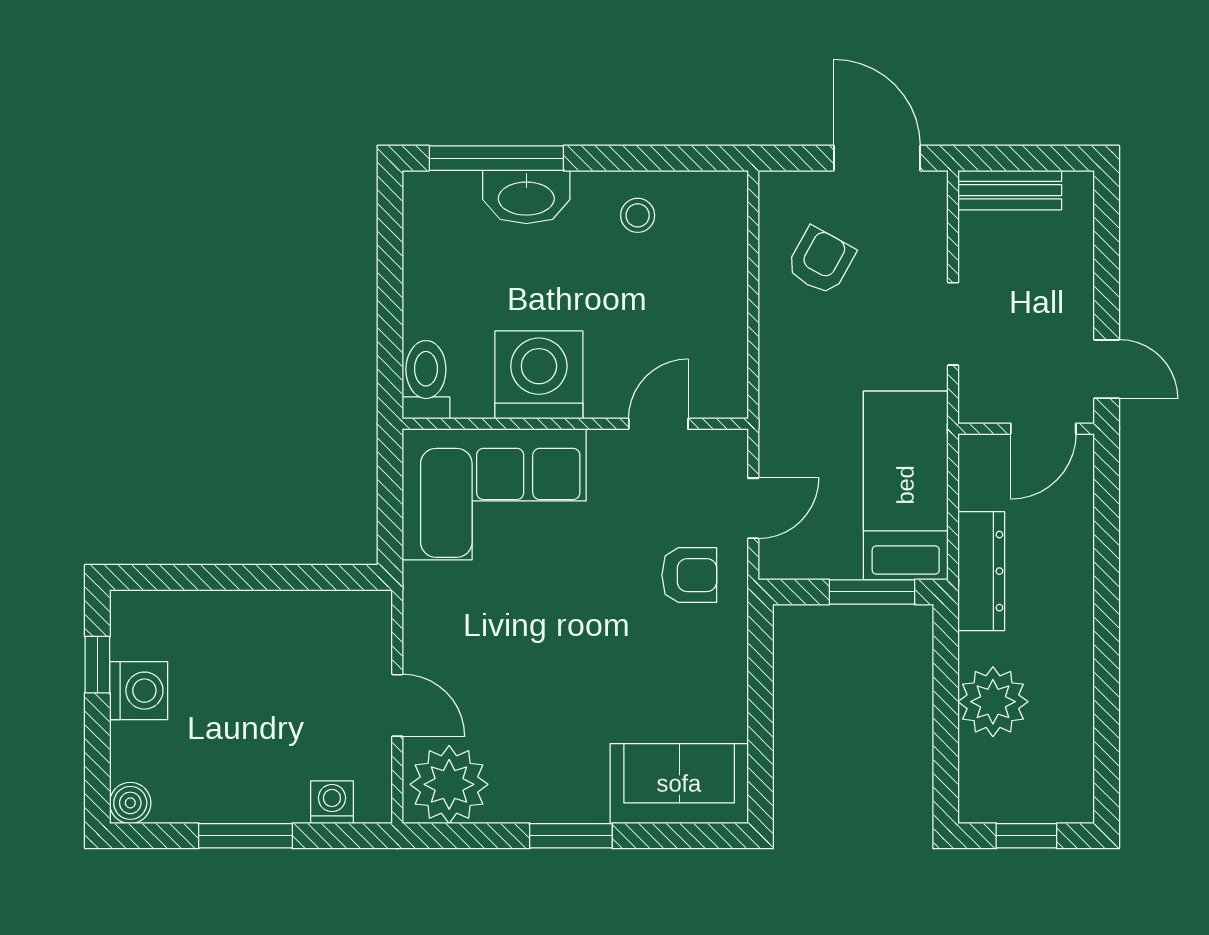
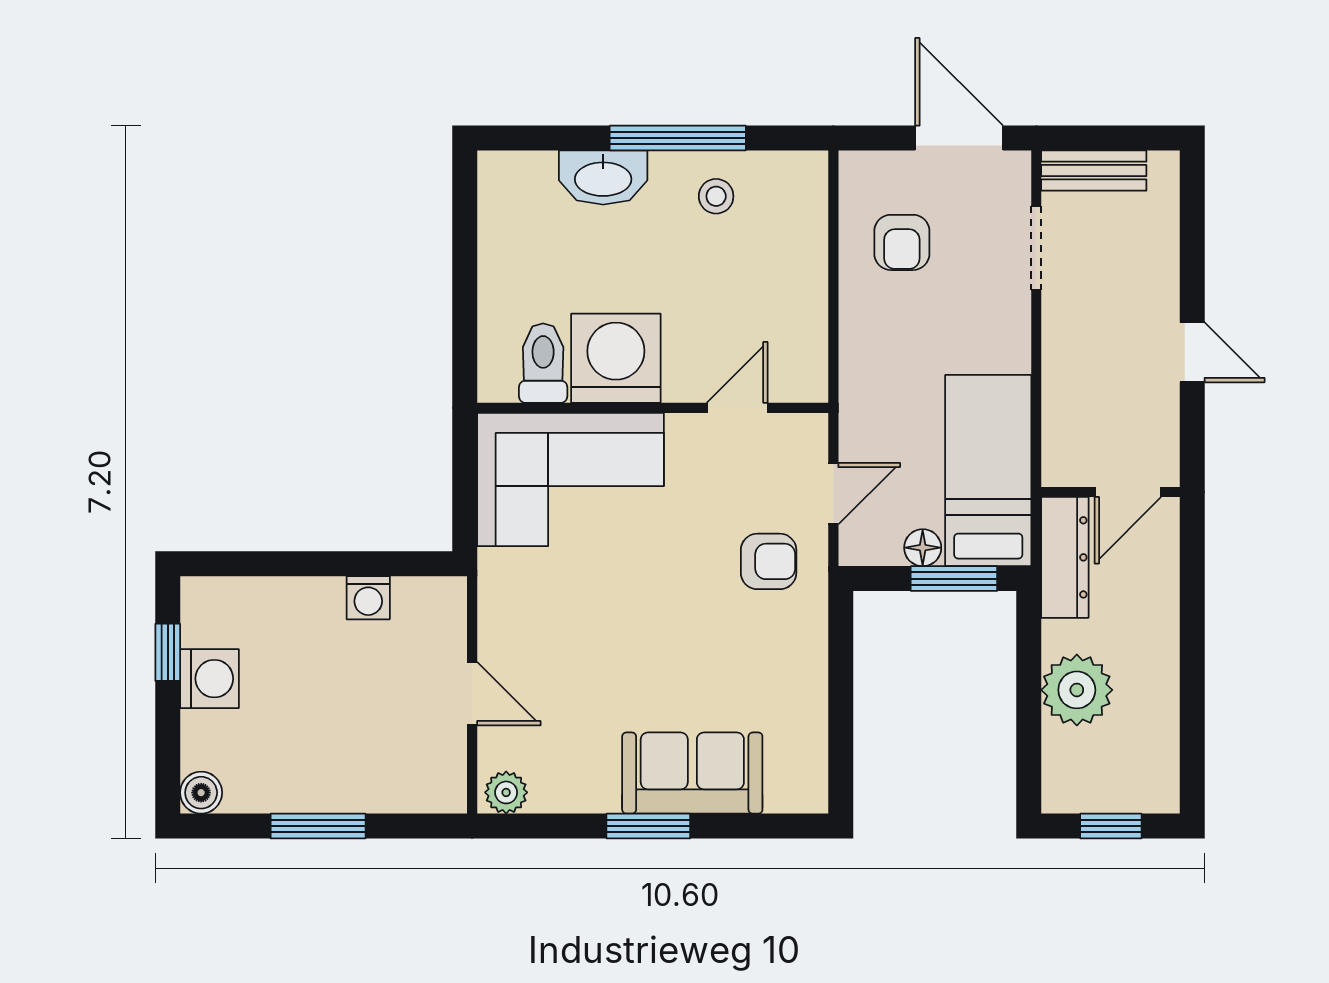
window: (496, 158) -> (678, 138), moved
armchair: (821, 261) -> (902, 242), turned 151
doorway: (953, 324) -> (1036, 248), moved
toilet: (426, 380) -> (543, 363), moved
wall: (1026, 429) -> (1111, 492), moved
door: (1043, 429) -> (1128, 492), moved
floor lamp: (841, 562) -> (923, 548), added
plant: (449, 784) -> (506, 792), width x0.53, depth x0.53
sofa: (679, 784) -> (692, 773), moved
washing machine: (332, 802) -> (368, 598), moved, turned 180

